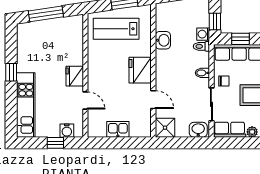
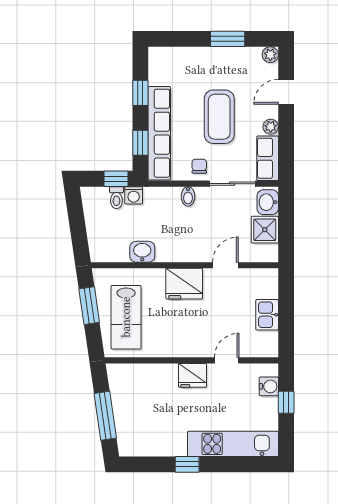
toilet: (201, 46) -> (116, 198), moved
shower: (165, 128) -> (265, 230), moved

